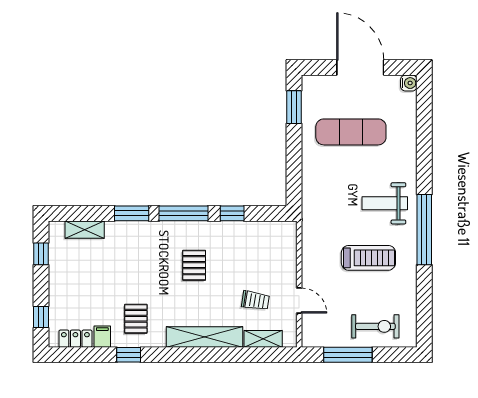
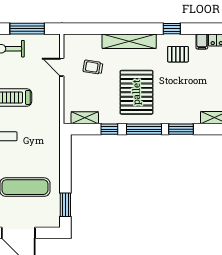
pallet: (194, 265) -> (136, 92), width x2.05, depth x2.00
pallet: (136, 319) -> (178, 54), turned 90
shelving: (263, 339) -> (85, 118), moved
window: (129, 355) -> (172, 29), moved

